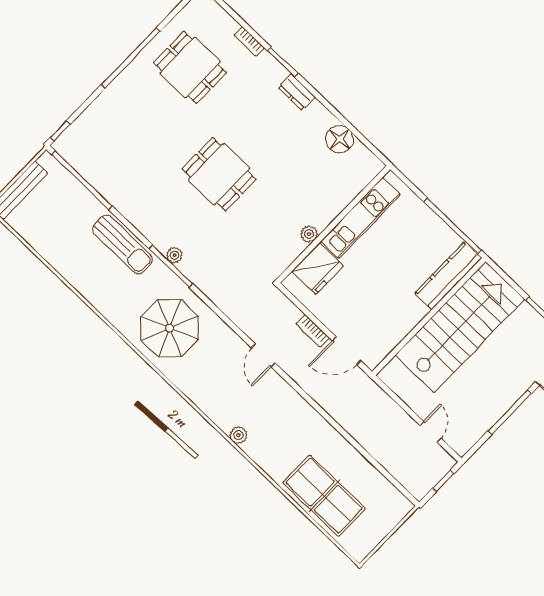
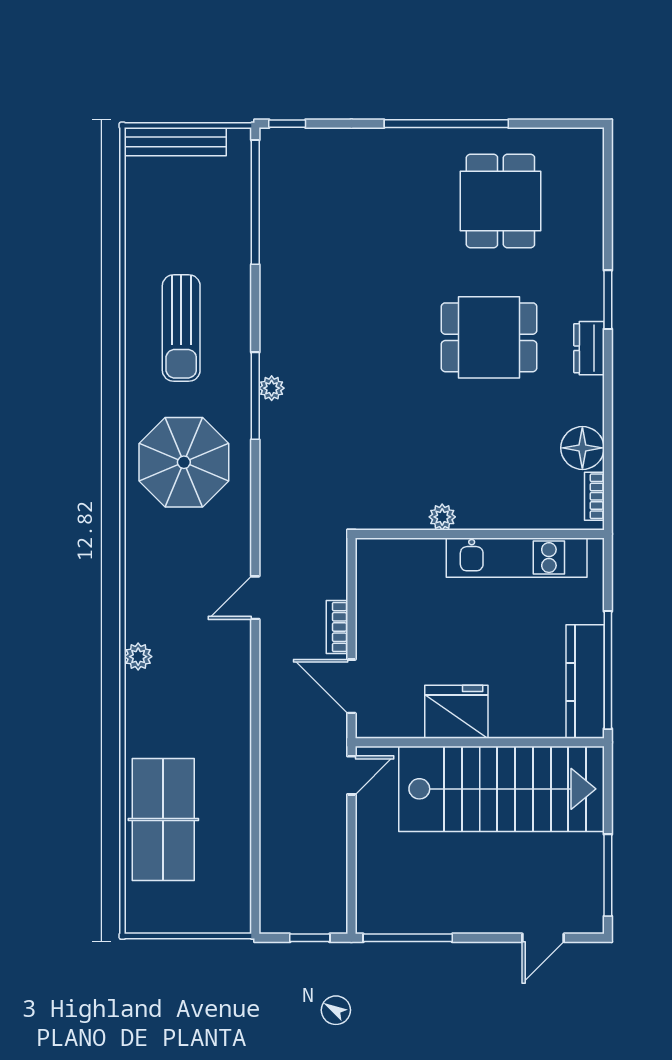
bookcase: (249, 41) -> (594, 496), moved
dining table: (219, 174) -> (489, 337), moved, turned 90
sun lounger: (122, 244) -> (181, 328), moved
fridge: (318, 269) -> (456, 712), moved, turned 180
kitchen counter: (448, 276) -> (585, 682), moved, turned -90
window: (510, 412) -> (408, 938), moved
door: (431, 432) -> (351, 775), moved

